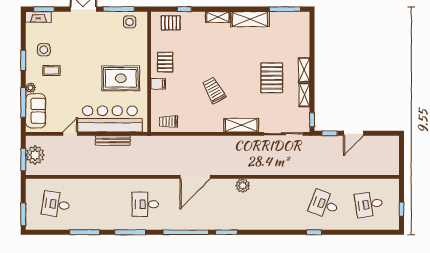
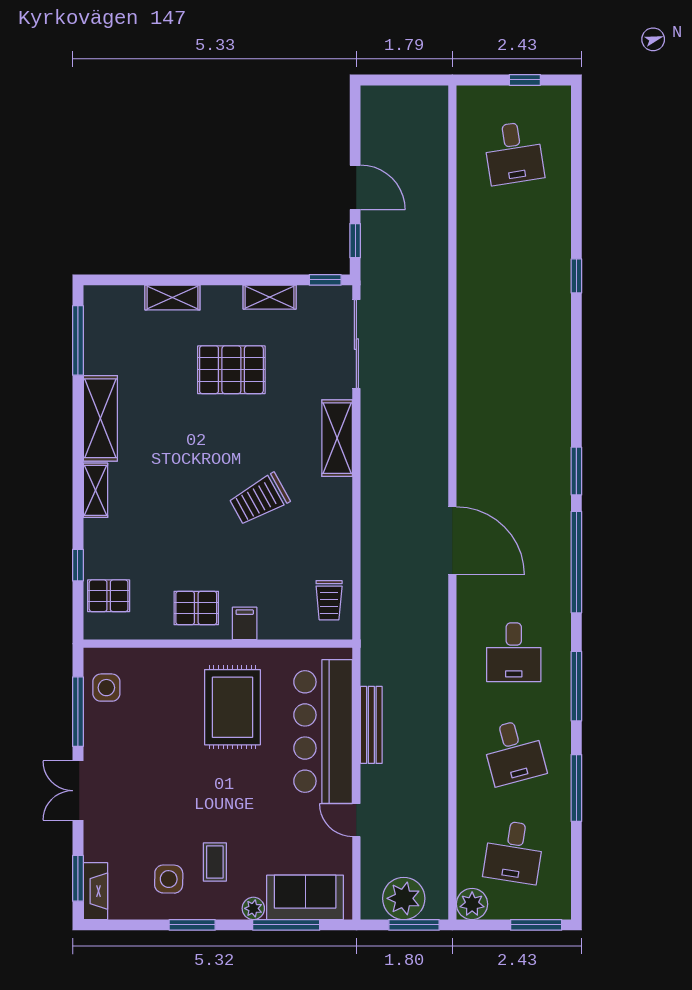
pallet: (171, 23) -> (109, 596), turned 90
shelving: (304, 70) -> (172, 298), moved
plant: (243, 186) -> (472, 904), moved
desk: (324, 204) -> (514, 752), moved, turned -36

